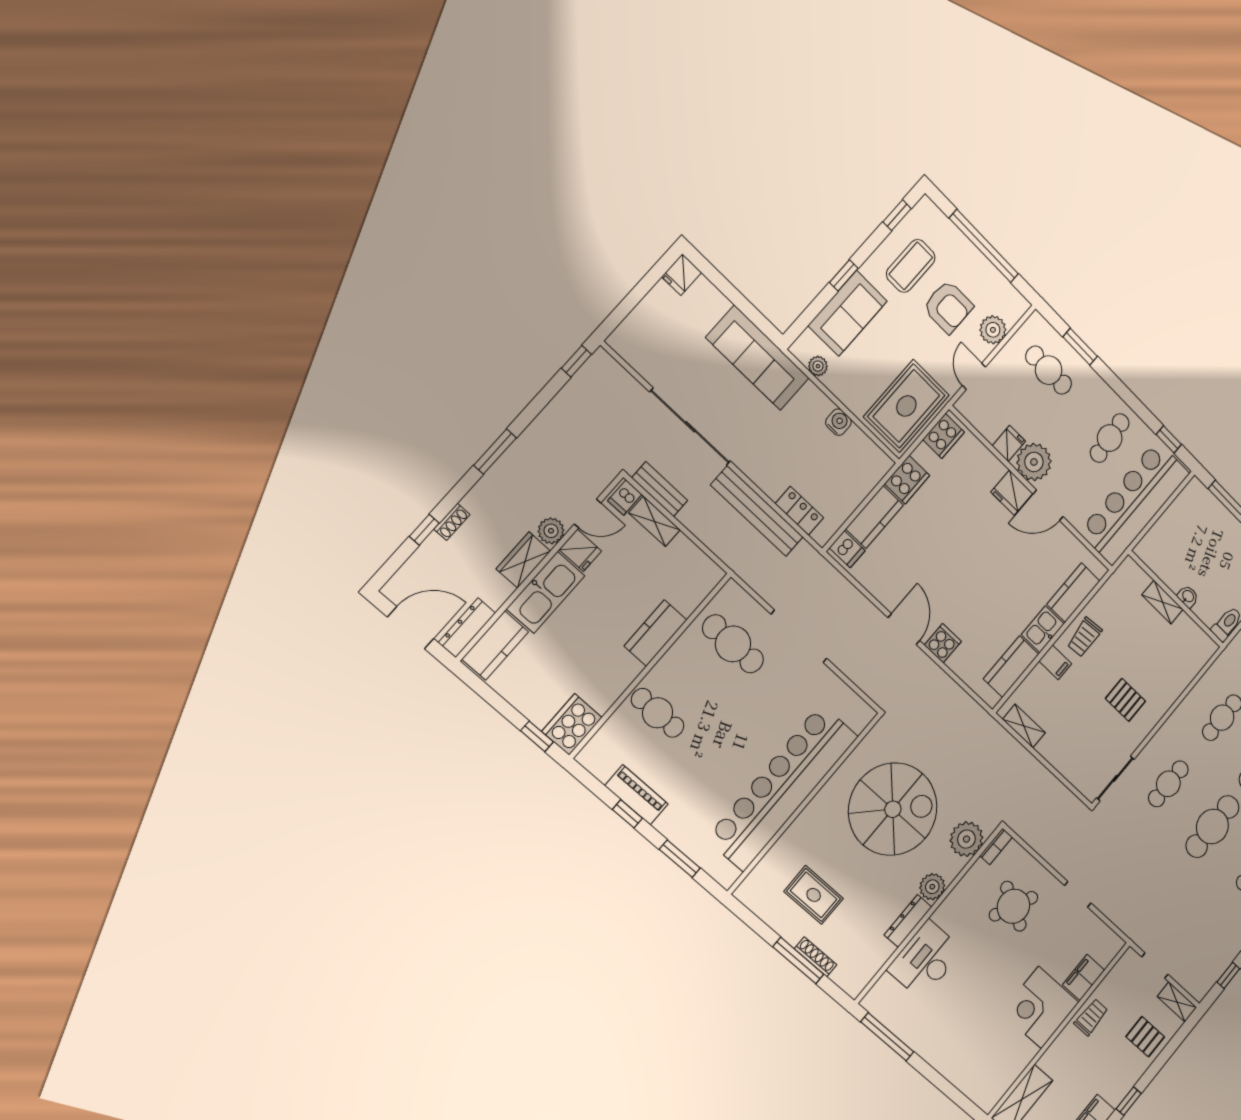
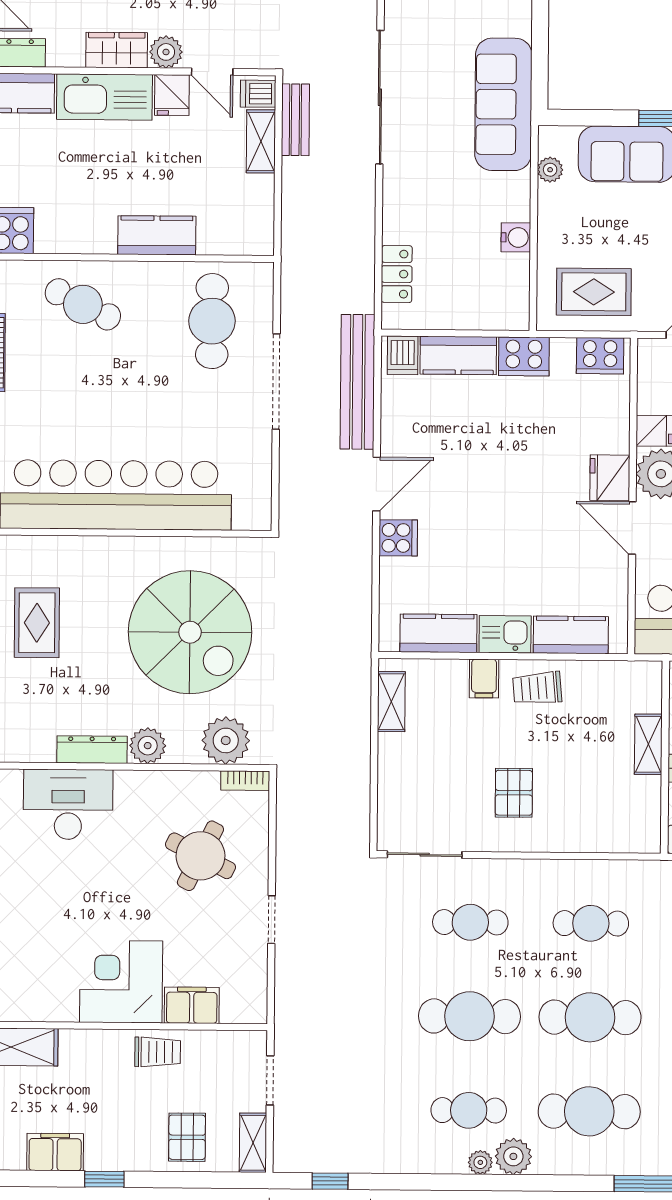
rug: (906, 406) -> (594, 292), width x0.73, depth x0.70
bench: (757, 511) -> (357, 382), moved
cafe table: (658, 713) -> (83, 304), turned -64

